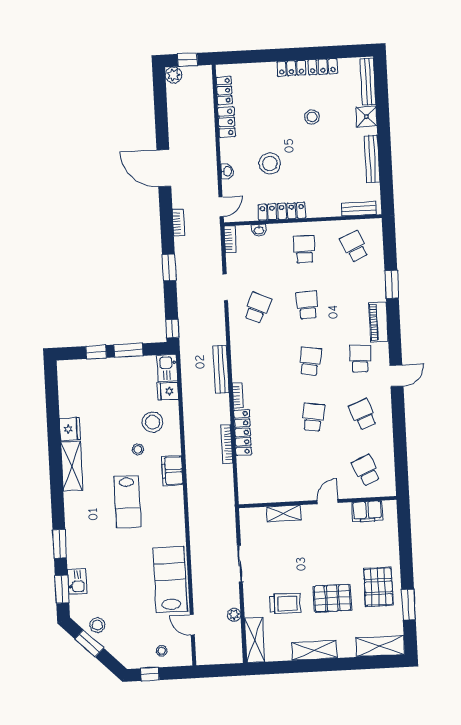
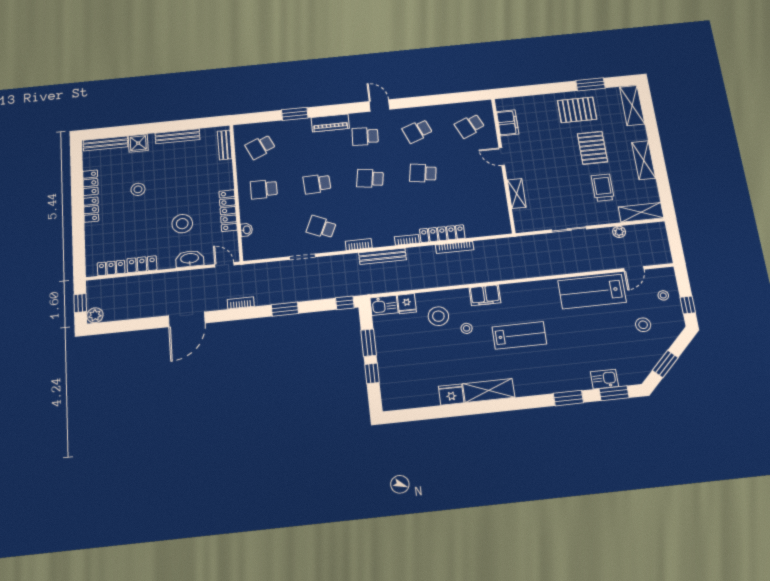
washbasin: (227, 171) -> (190, 259), width x1.91, depth x1.45
bookcase: (230, 239) -> (359, 244), moved
stool: (97, 625) -> (643, 325), moved

